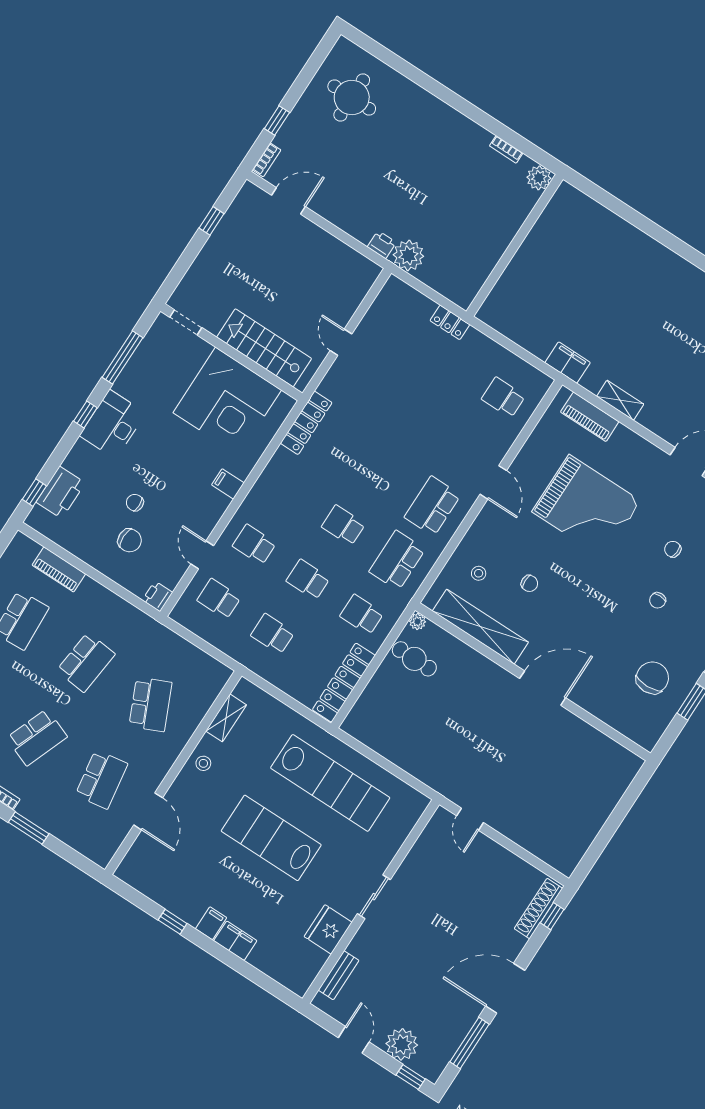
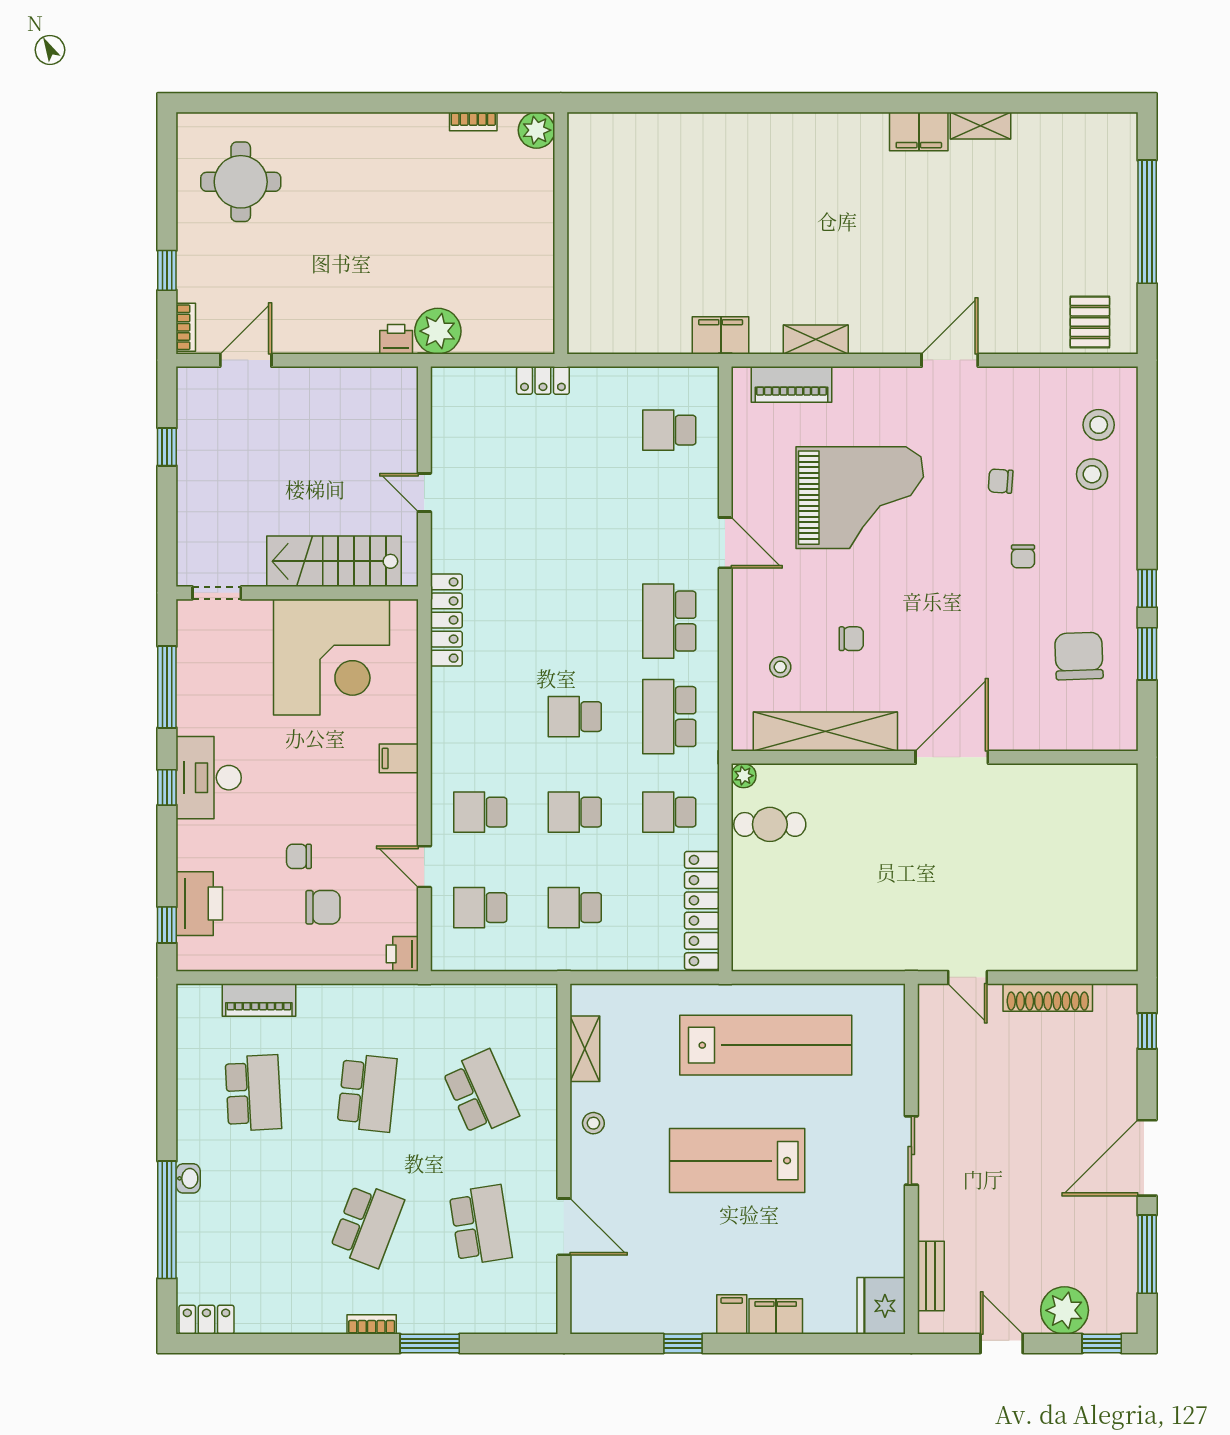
shoe rack: (538, 909) -> (1048, 997), moved, turned -90
fridge: (328, 929) -> (881, 1306), moved

